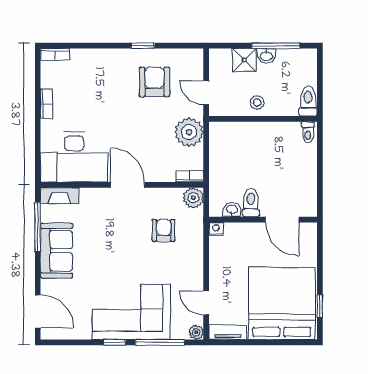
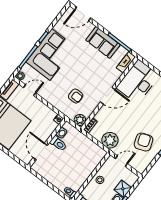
armchair: (154, 82) -> (144, 142), turned -110
door: (282, 220) -> (40, 151), hinge flipped

